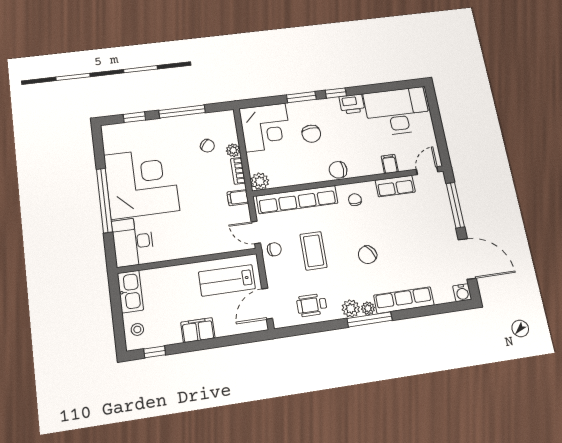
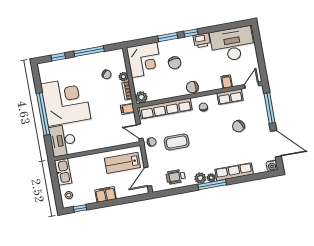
coffee table: (313, 251) -> (177, 142), turned 90
chair: (367, 255) -> (238, 126), moved

